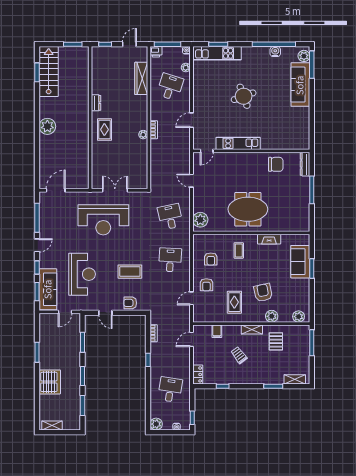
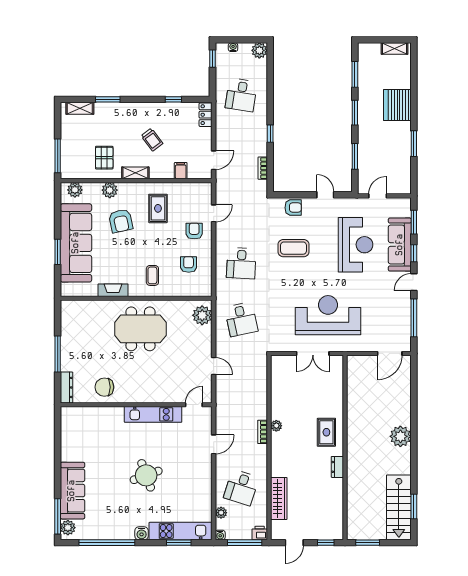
water cooler: (275, 52) -> (142, 533), moved
sofa: (300, 262) -> (76, 243), width x1.85, depth x1.27
reception desk: (82, 274) -> (356, 245), turned 180
sofa: (48, 289) -> (400, 245), moved

